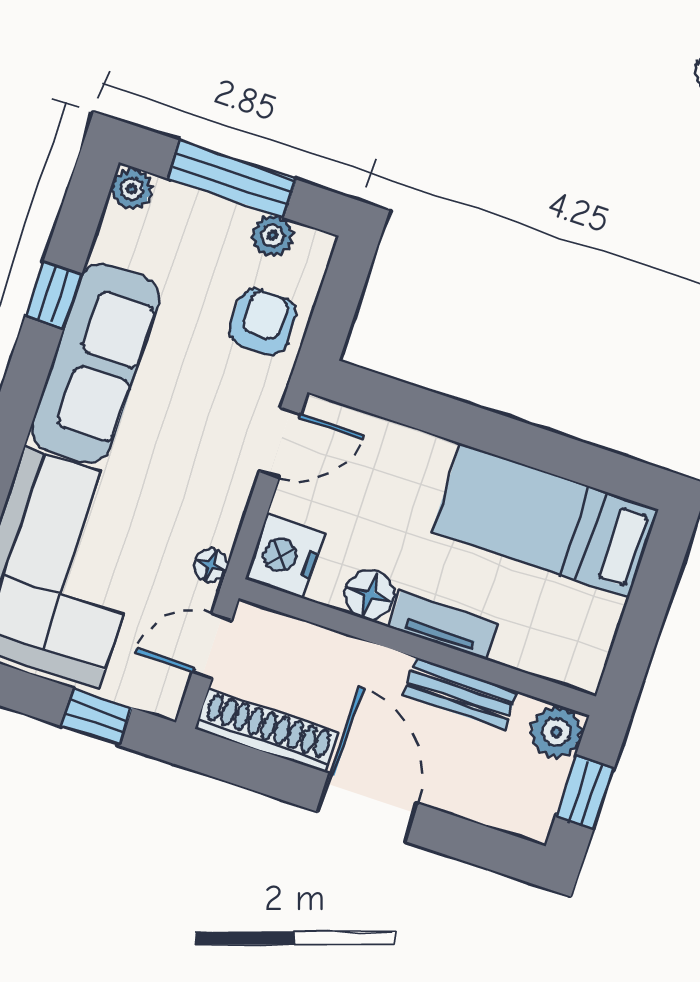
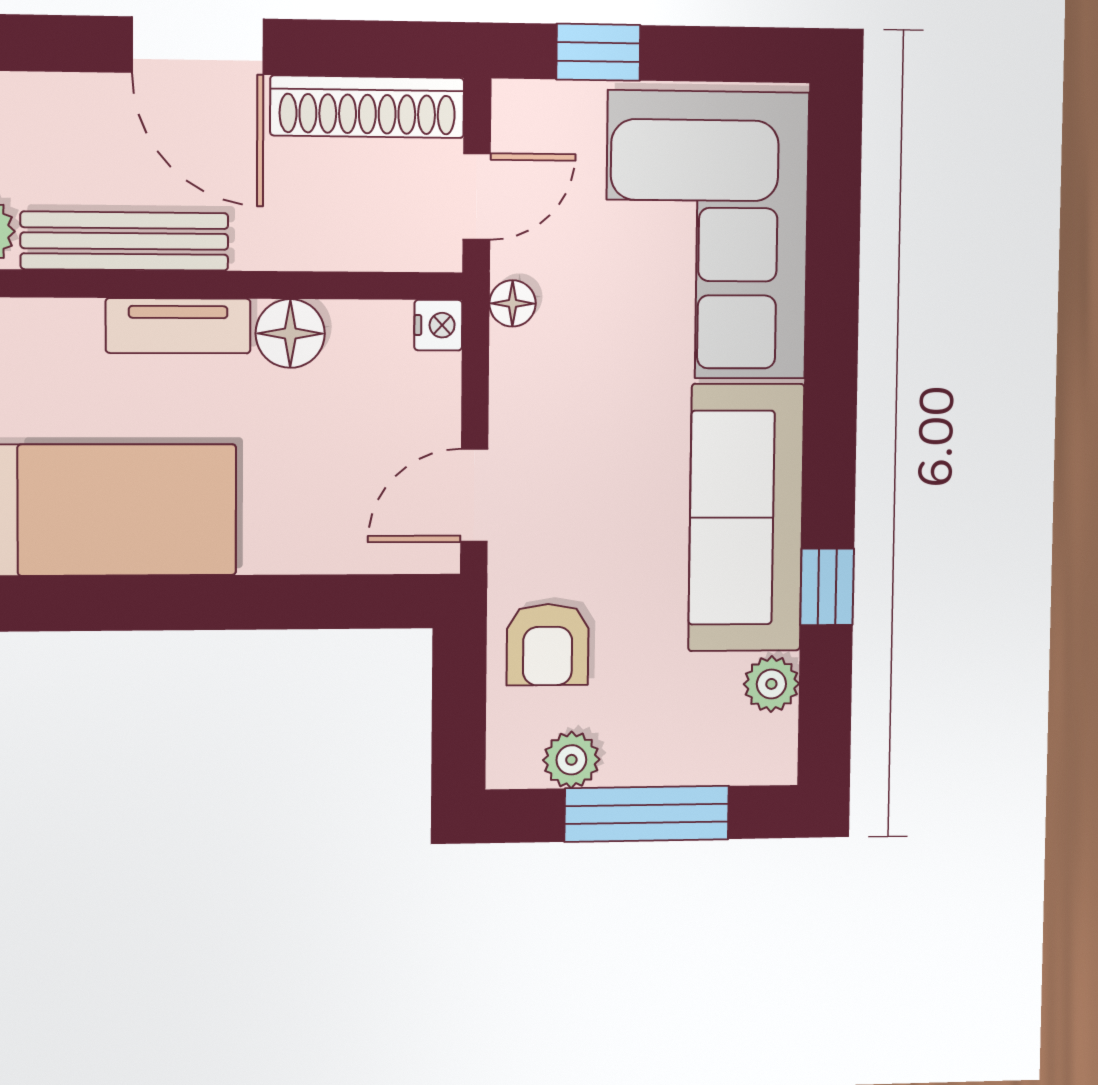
plant: (132, 189) -> (771, 684), moved
nightstand: (285, 556) -> (438, 325), width x0.53, depth x0.56
bench: (460, 693) -> (125, 241), width x1.36

